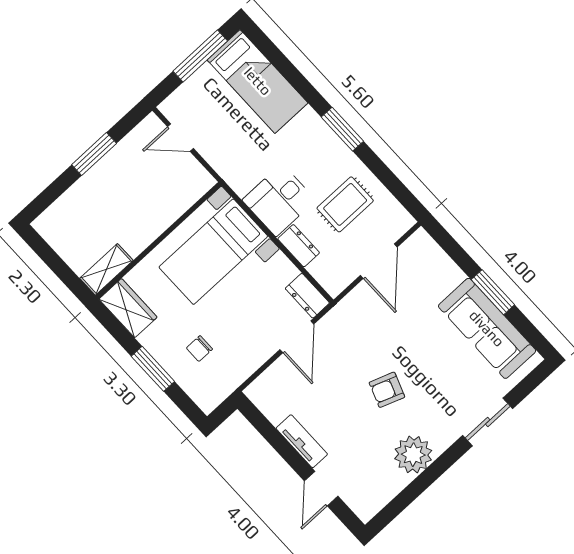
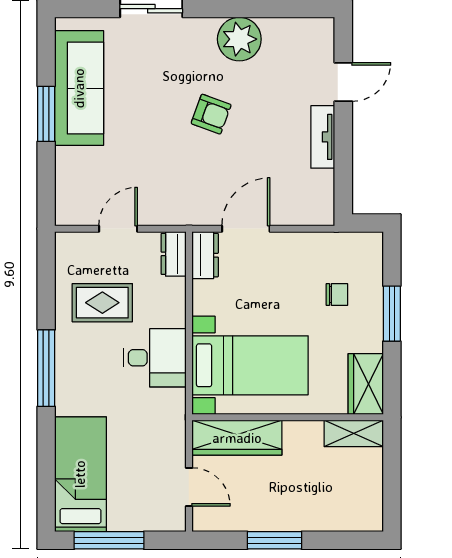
window: (342, 129) -> (46, 368), width x1.44
wardrobe: (179, 198) -> (237, 438), added
dresser: (299, 246) -> (174, 254), moved
door: (379, 261) -> (118, 229), width x0.73

